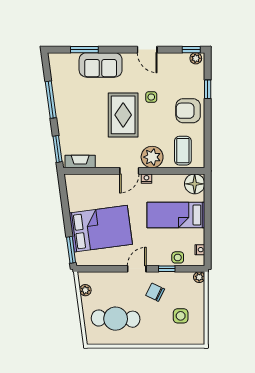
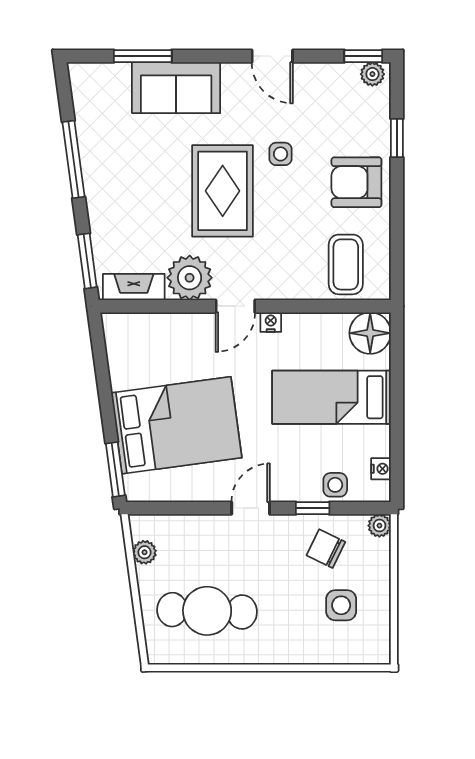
plant: (152, 157) -> (190, 278), moved
chair: (155, 292) -> (326, 549), moved

